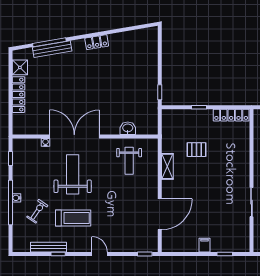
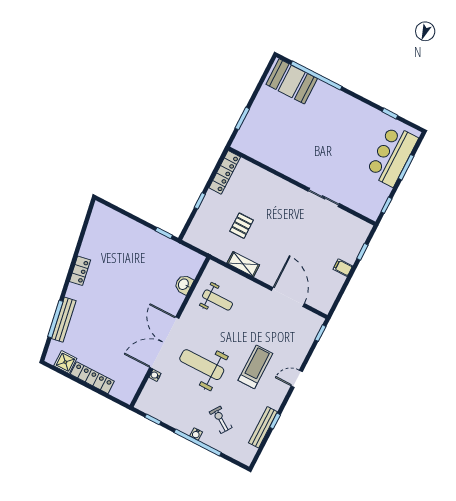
treadmill: (73, 218) -> (255, 367), moved

